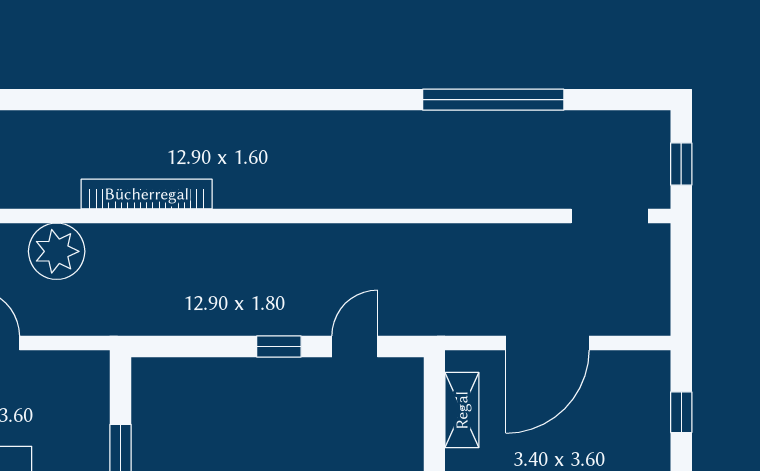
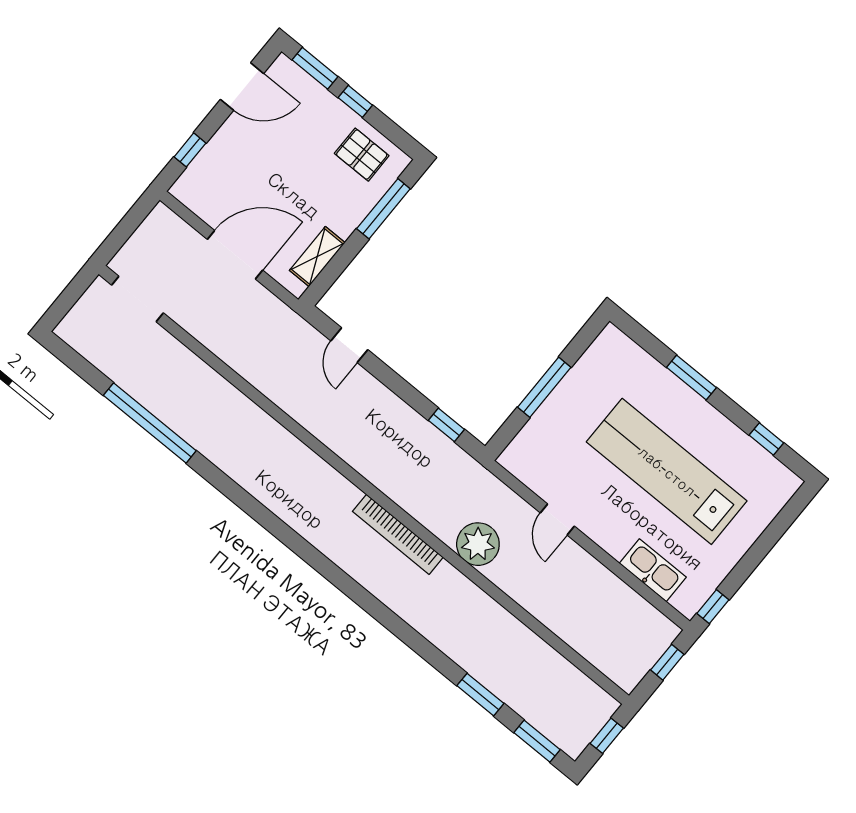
window: (681, 164) -> (71, 295), removed
window: (279, 347) -> (446, 425), moved
door: (355, 347) -> (349, 345), hinge flipped

